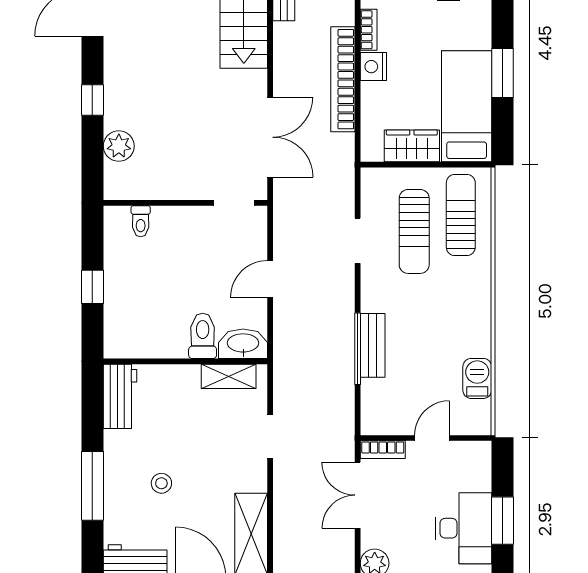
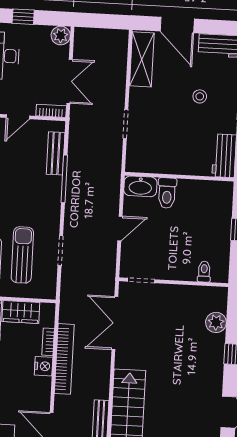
bookcase: (369, 30) -> (48, 342), moved
bench: (373, 345) -> (56, 153), moved
shelving: (229, 376) -> (151, 165), removed

